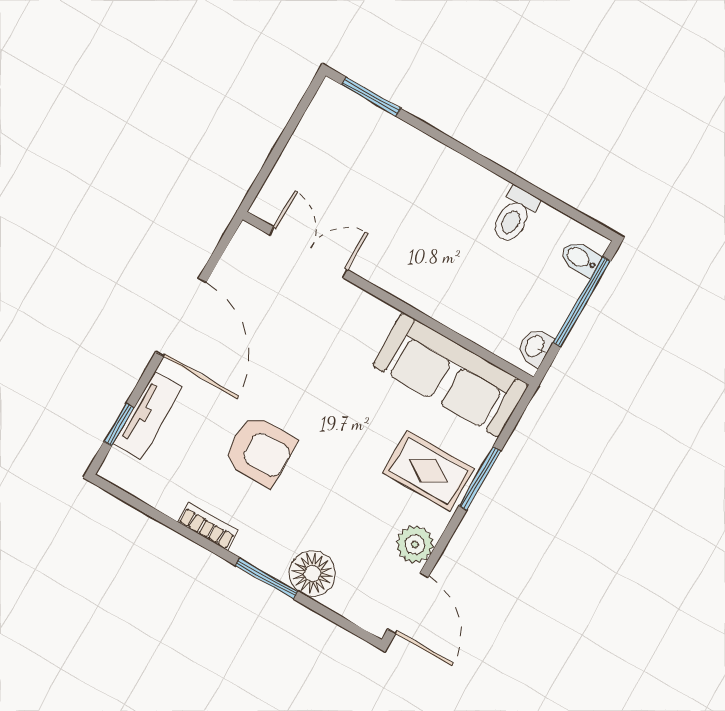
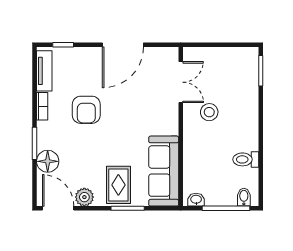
stool: (392, 232) -> (209, 112), added
tv unit: (147, 416) -> (44, 71), moved, turned -90
door: (408, 603) -> (58, 208), swing flipped

